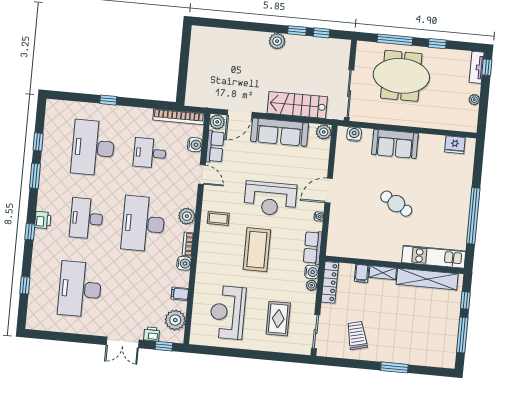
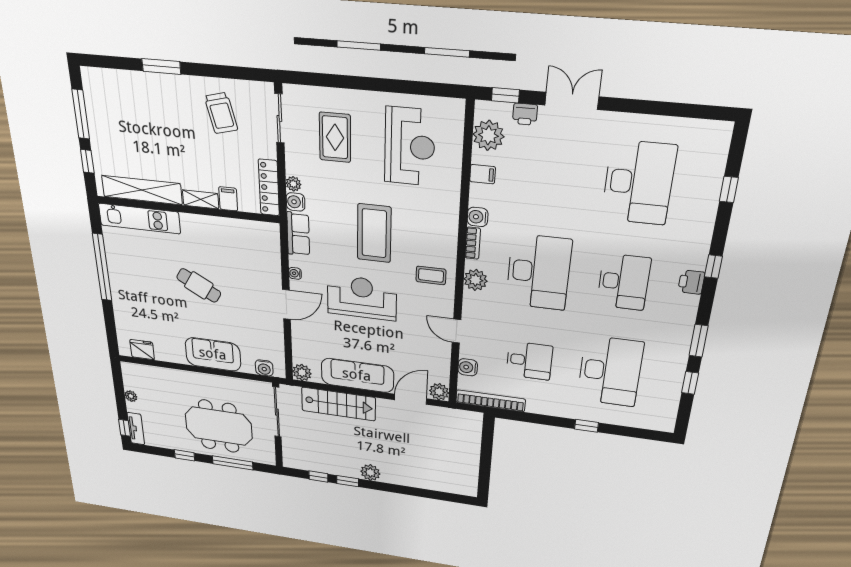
row of seats: (215, 147) -> (440, 364), removed

